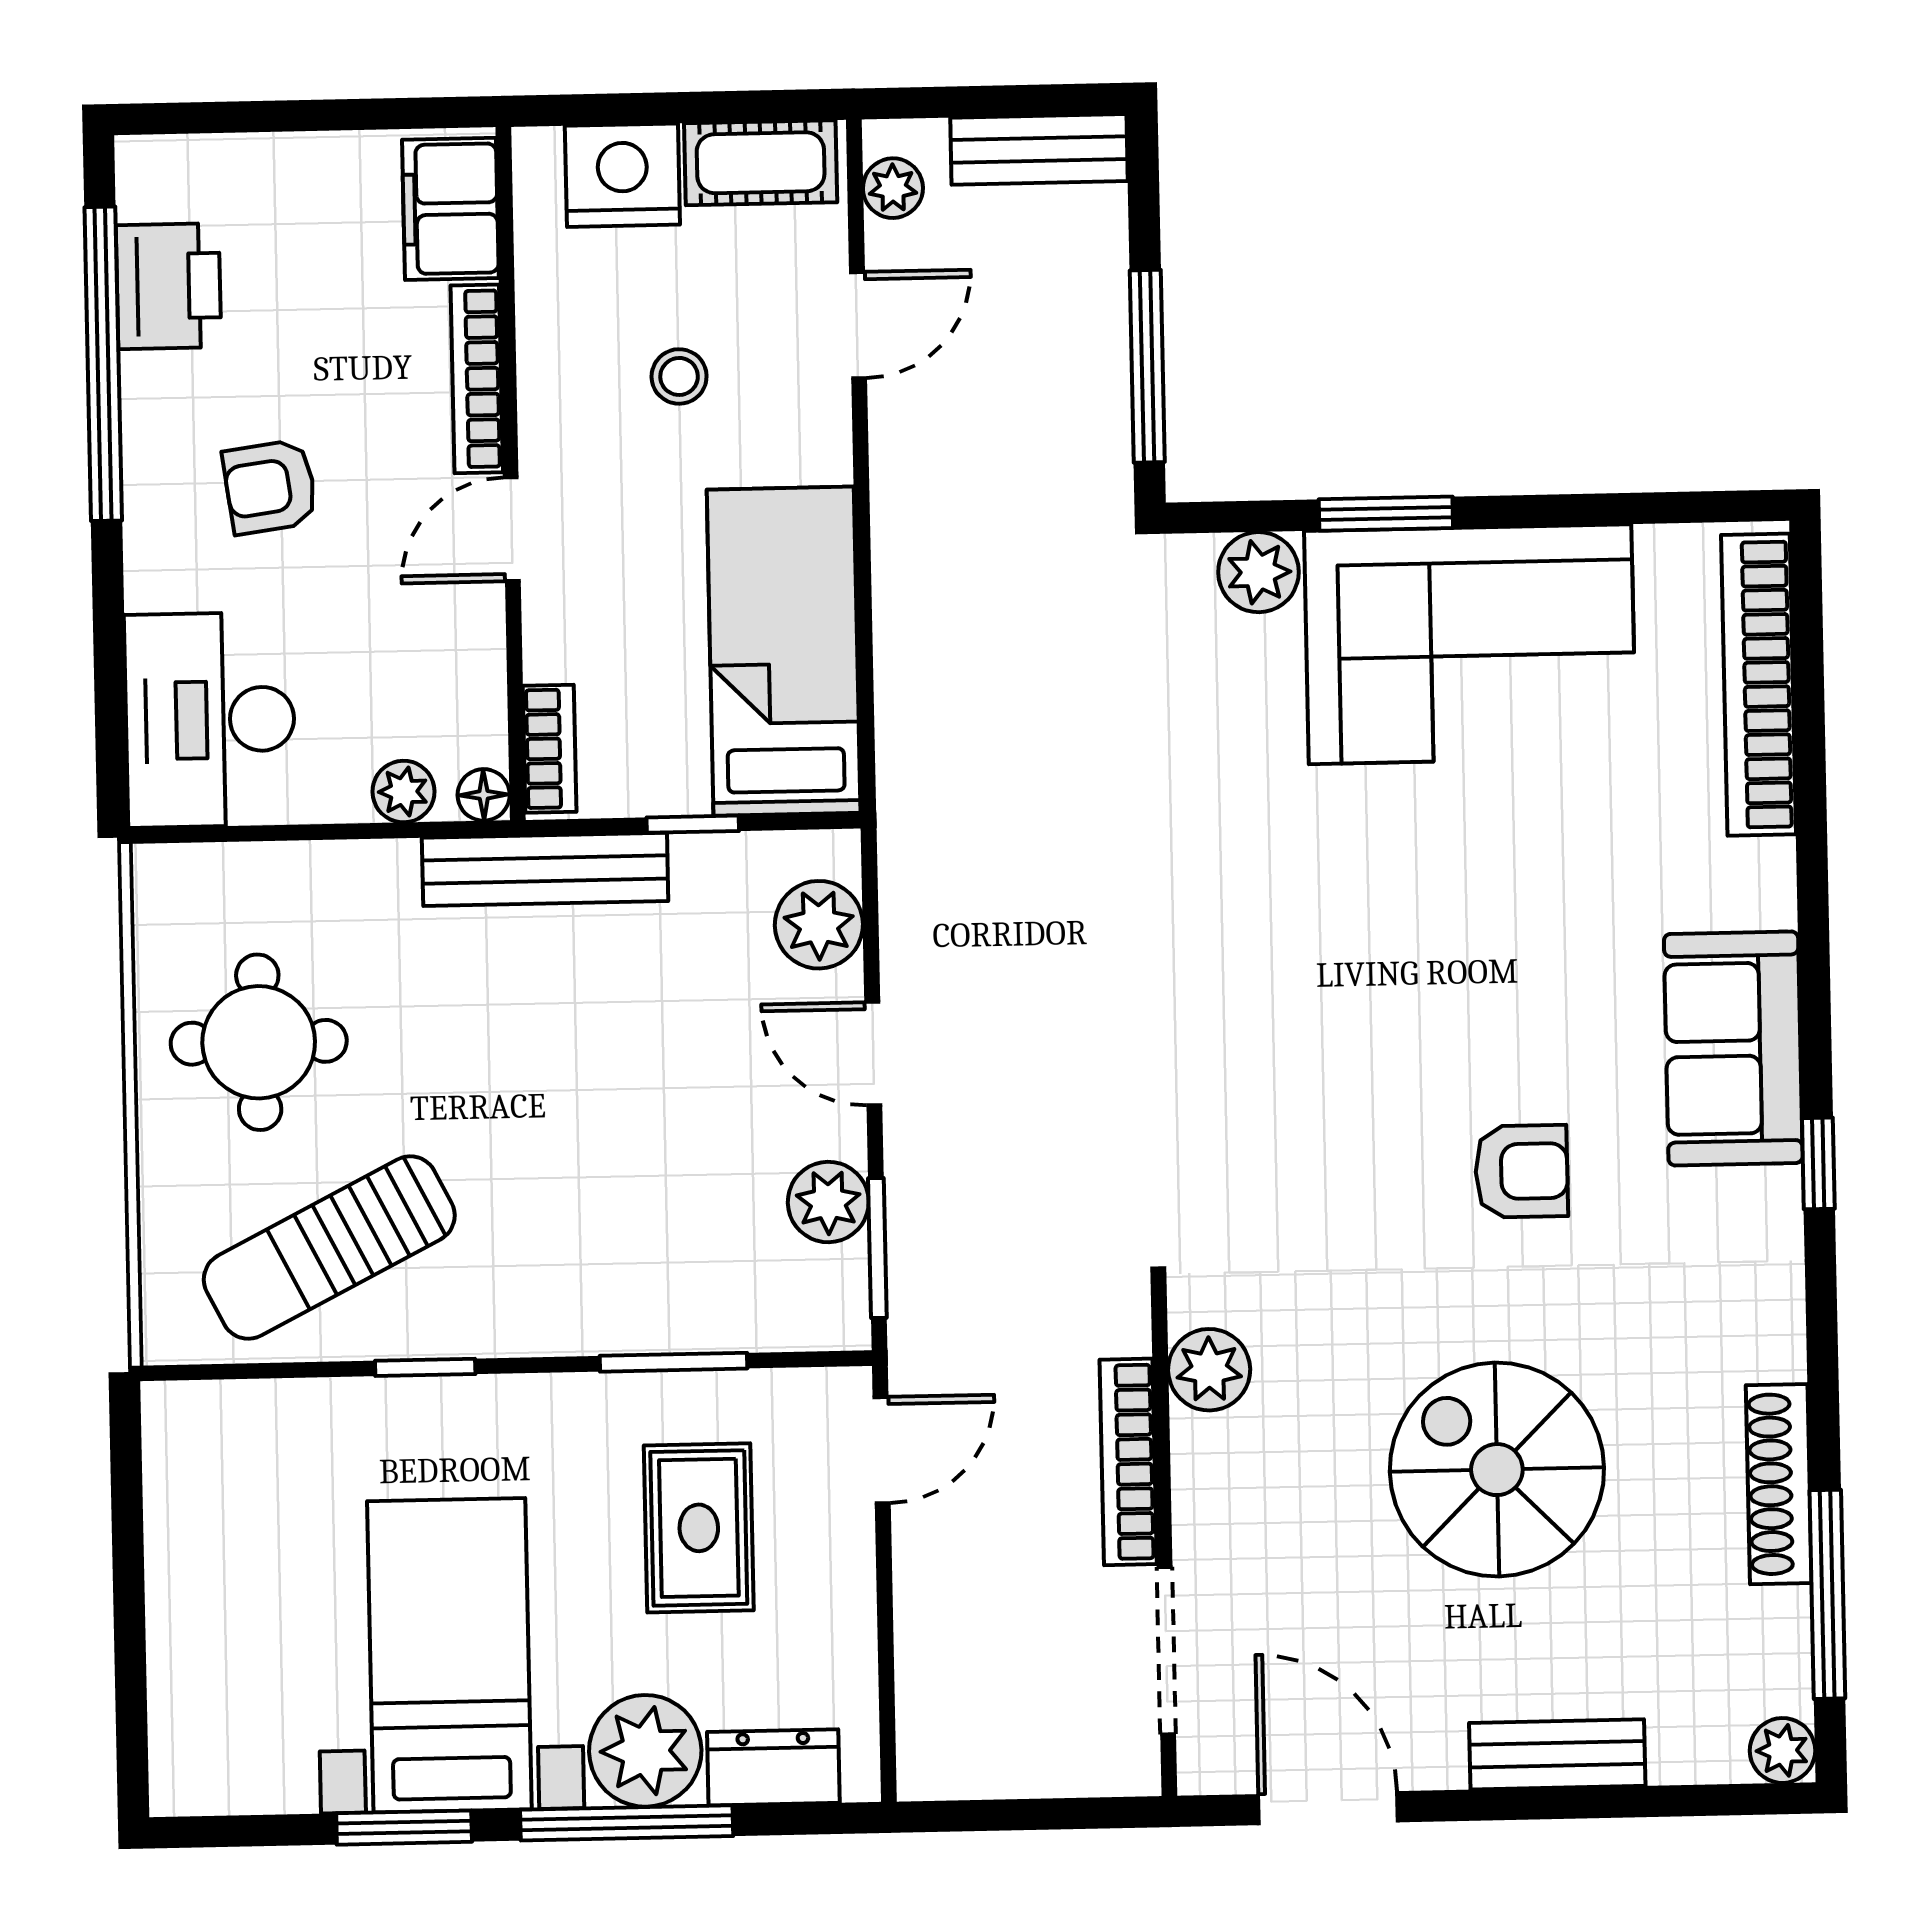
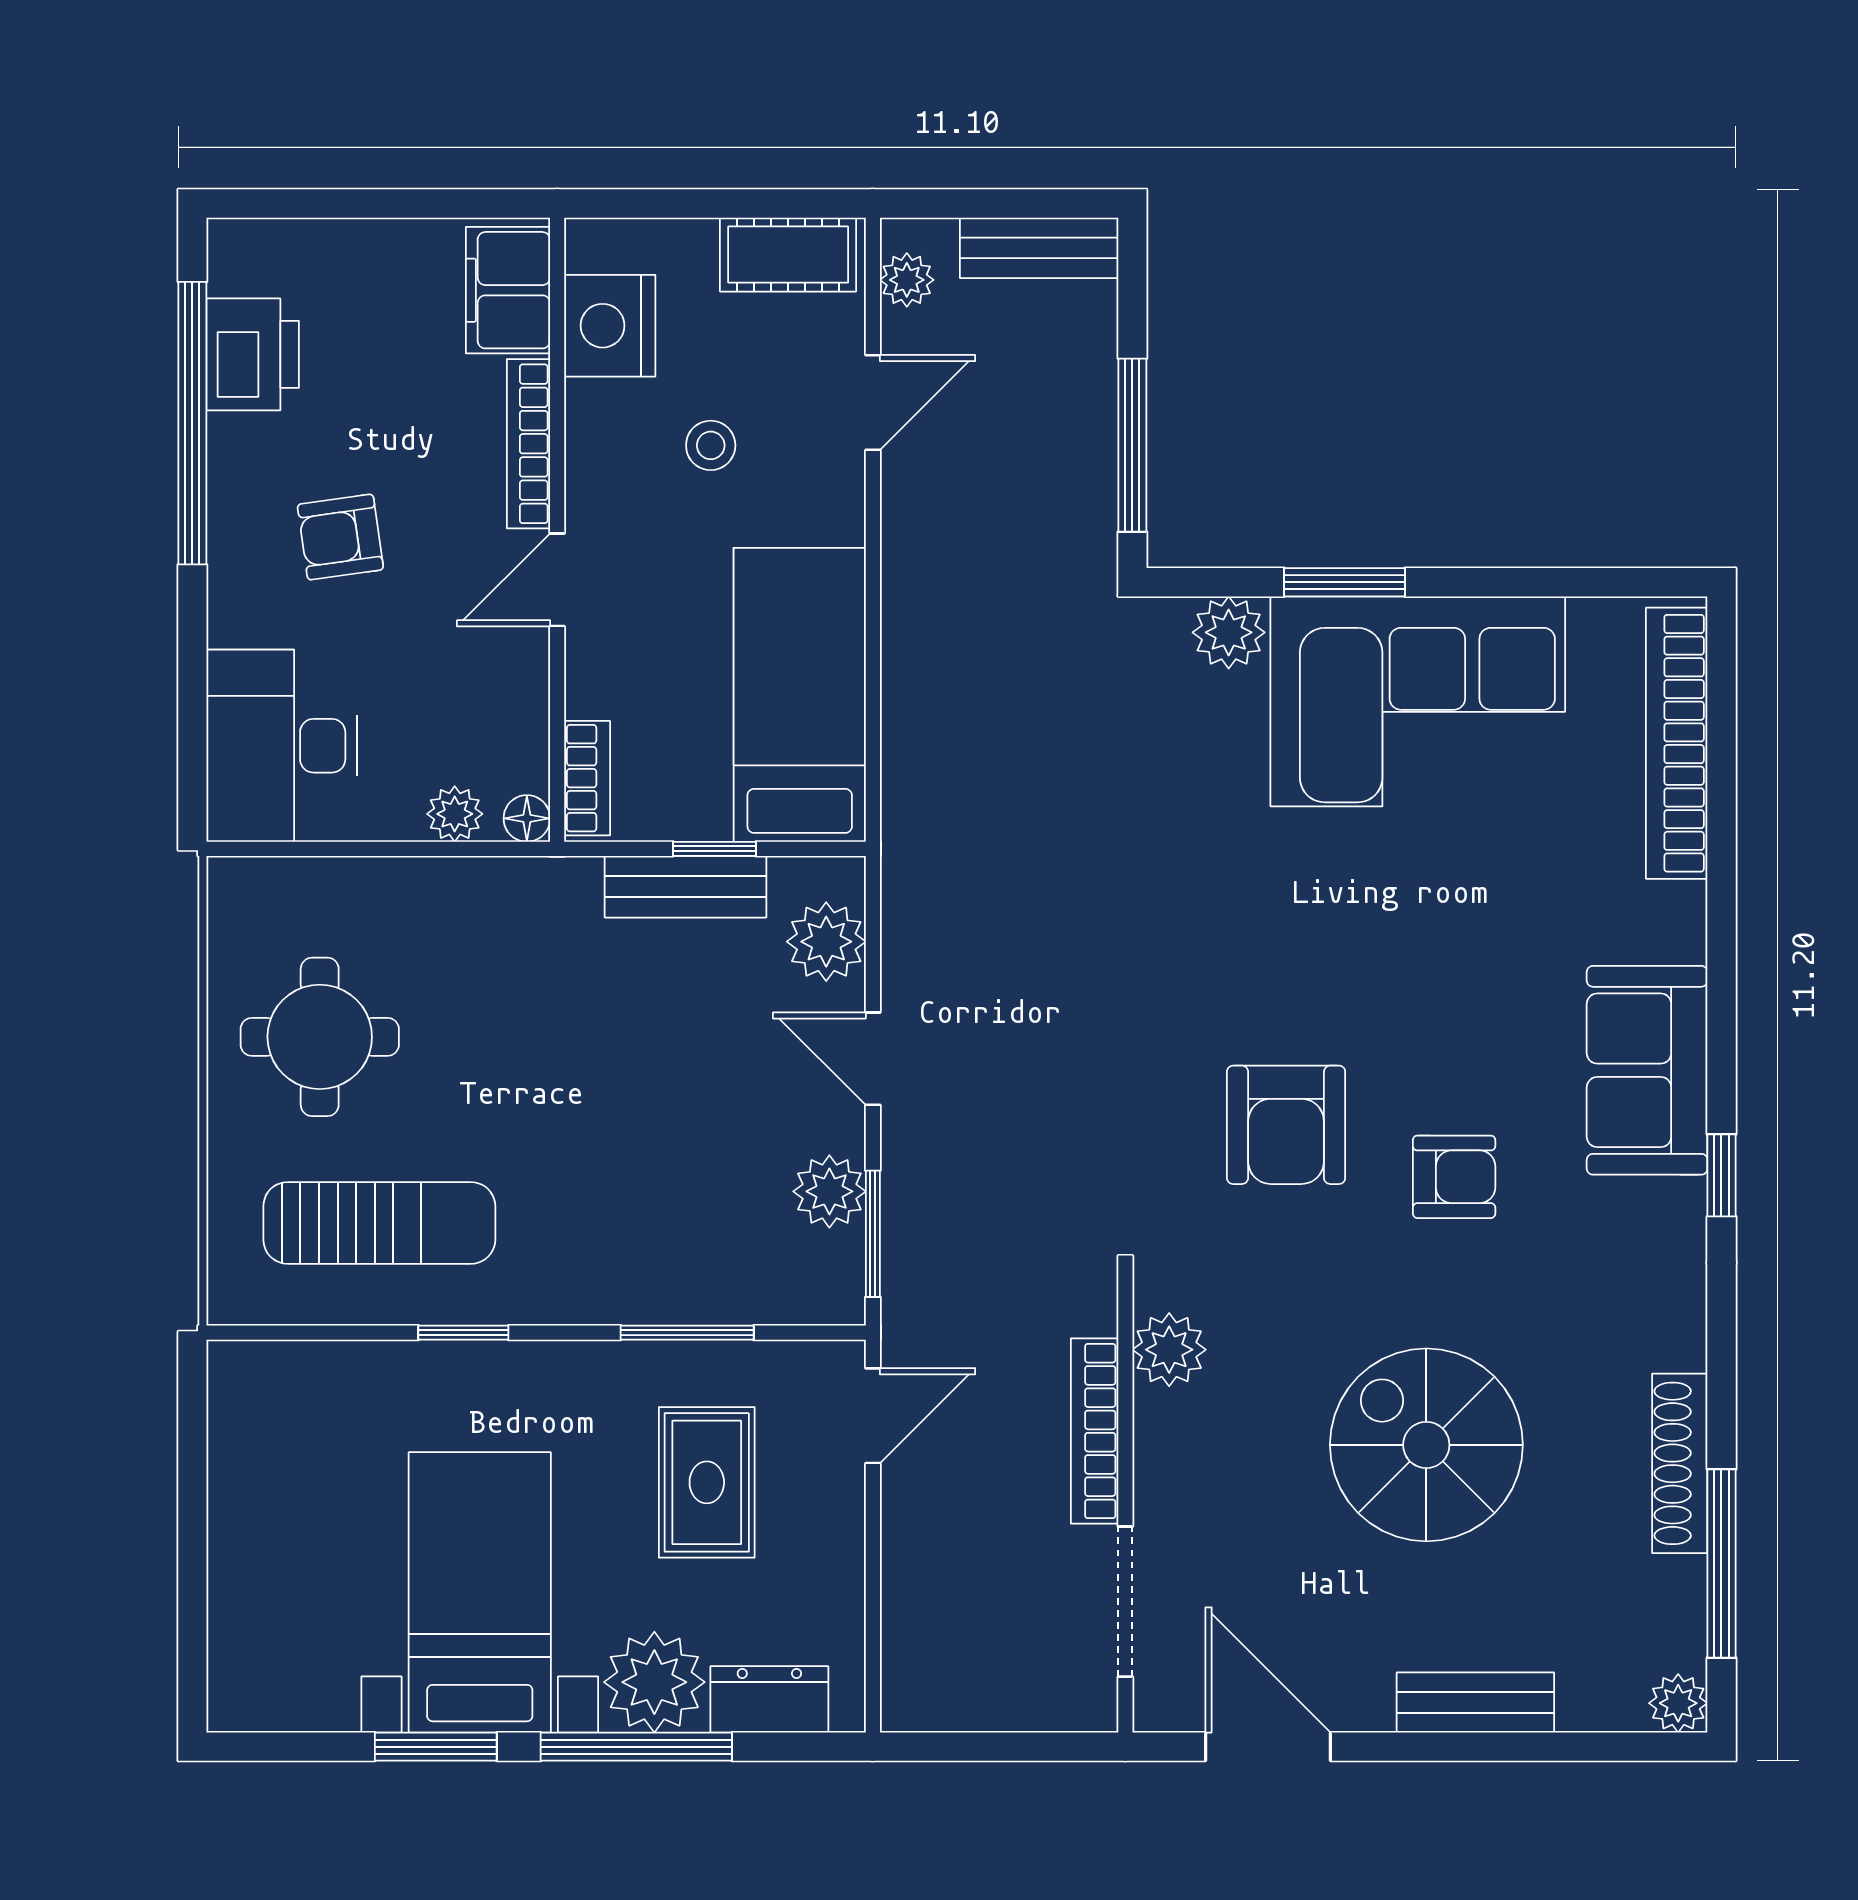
nightstand: (622, 175) -> (610, 326), moved, turned -90
bench: (545, 869) -> (686, 887), moved, width x0.73
armchair: (1334, 1117) -> (1286, 1125), added
sun lounger: (329, 1247) -> (379, 1223), turned -153

